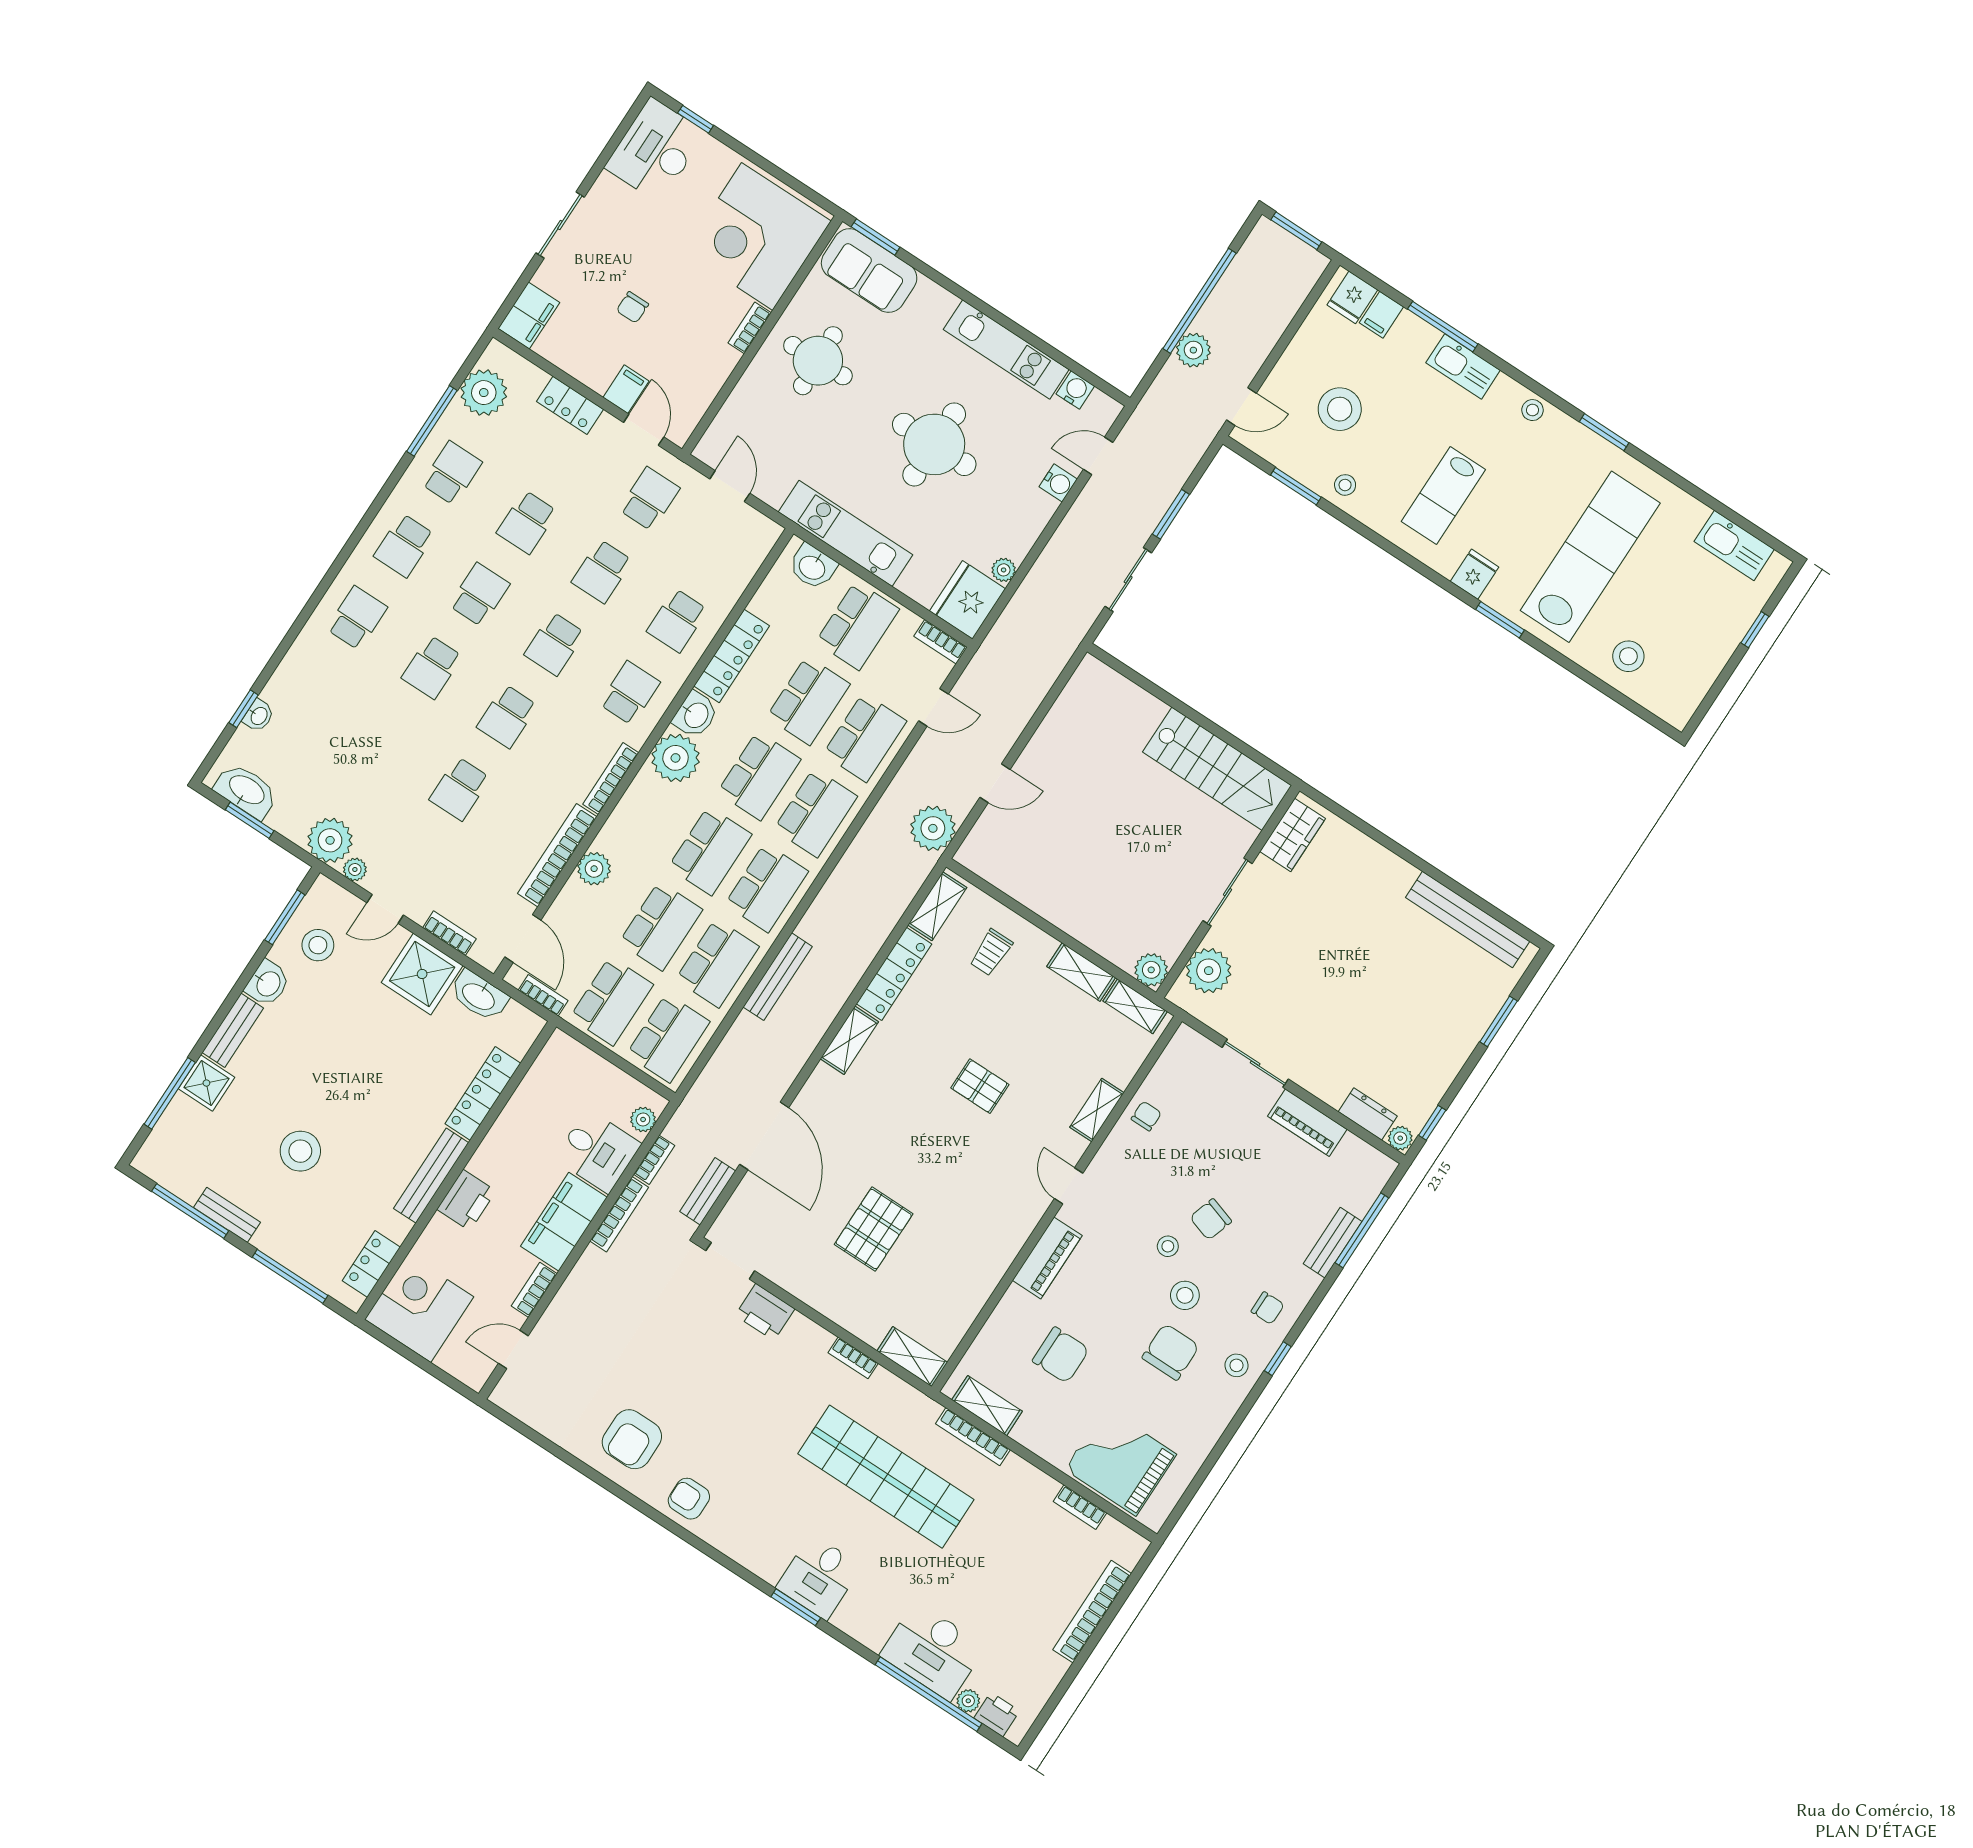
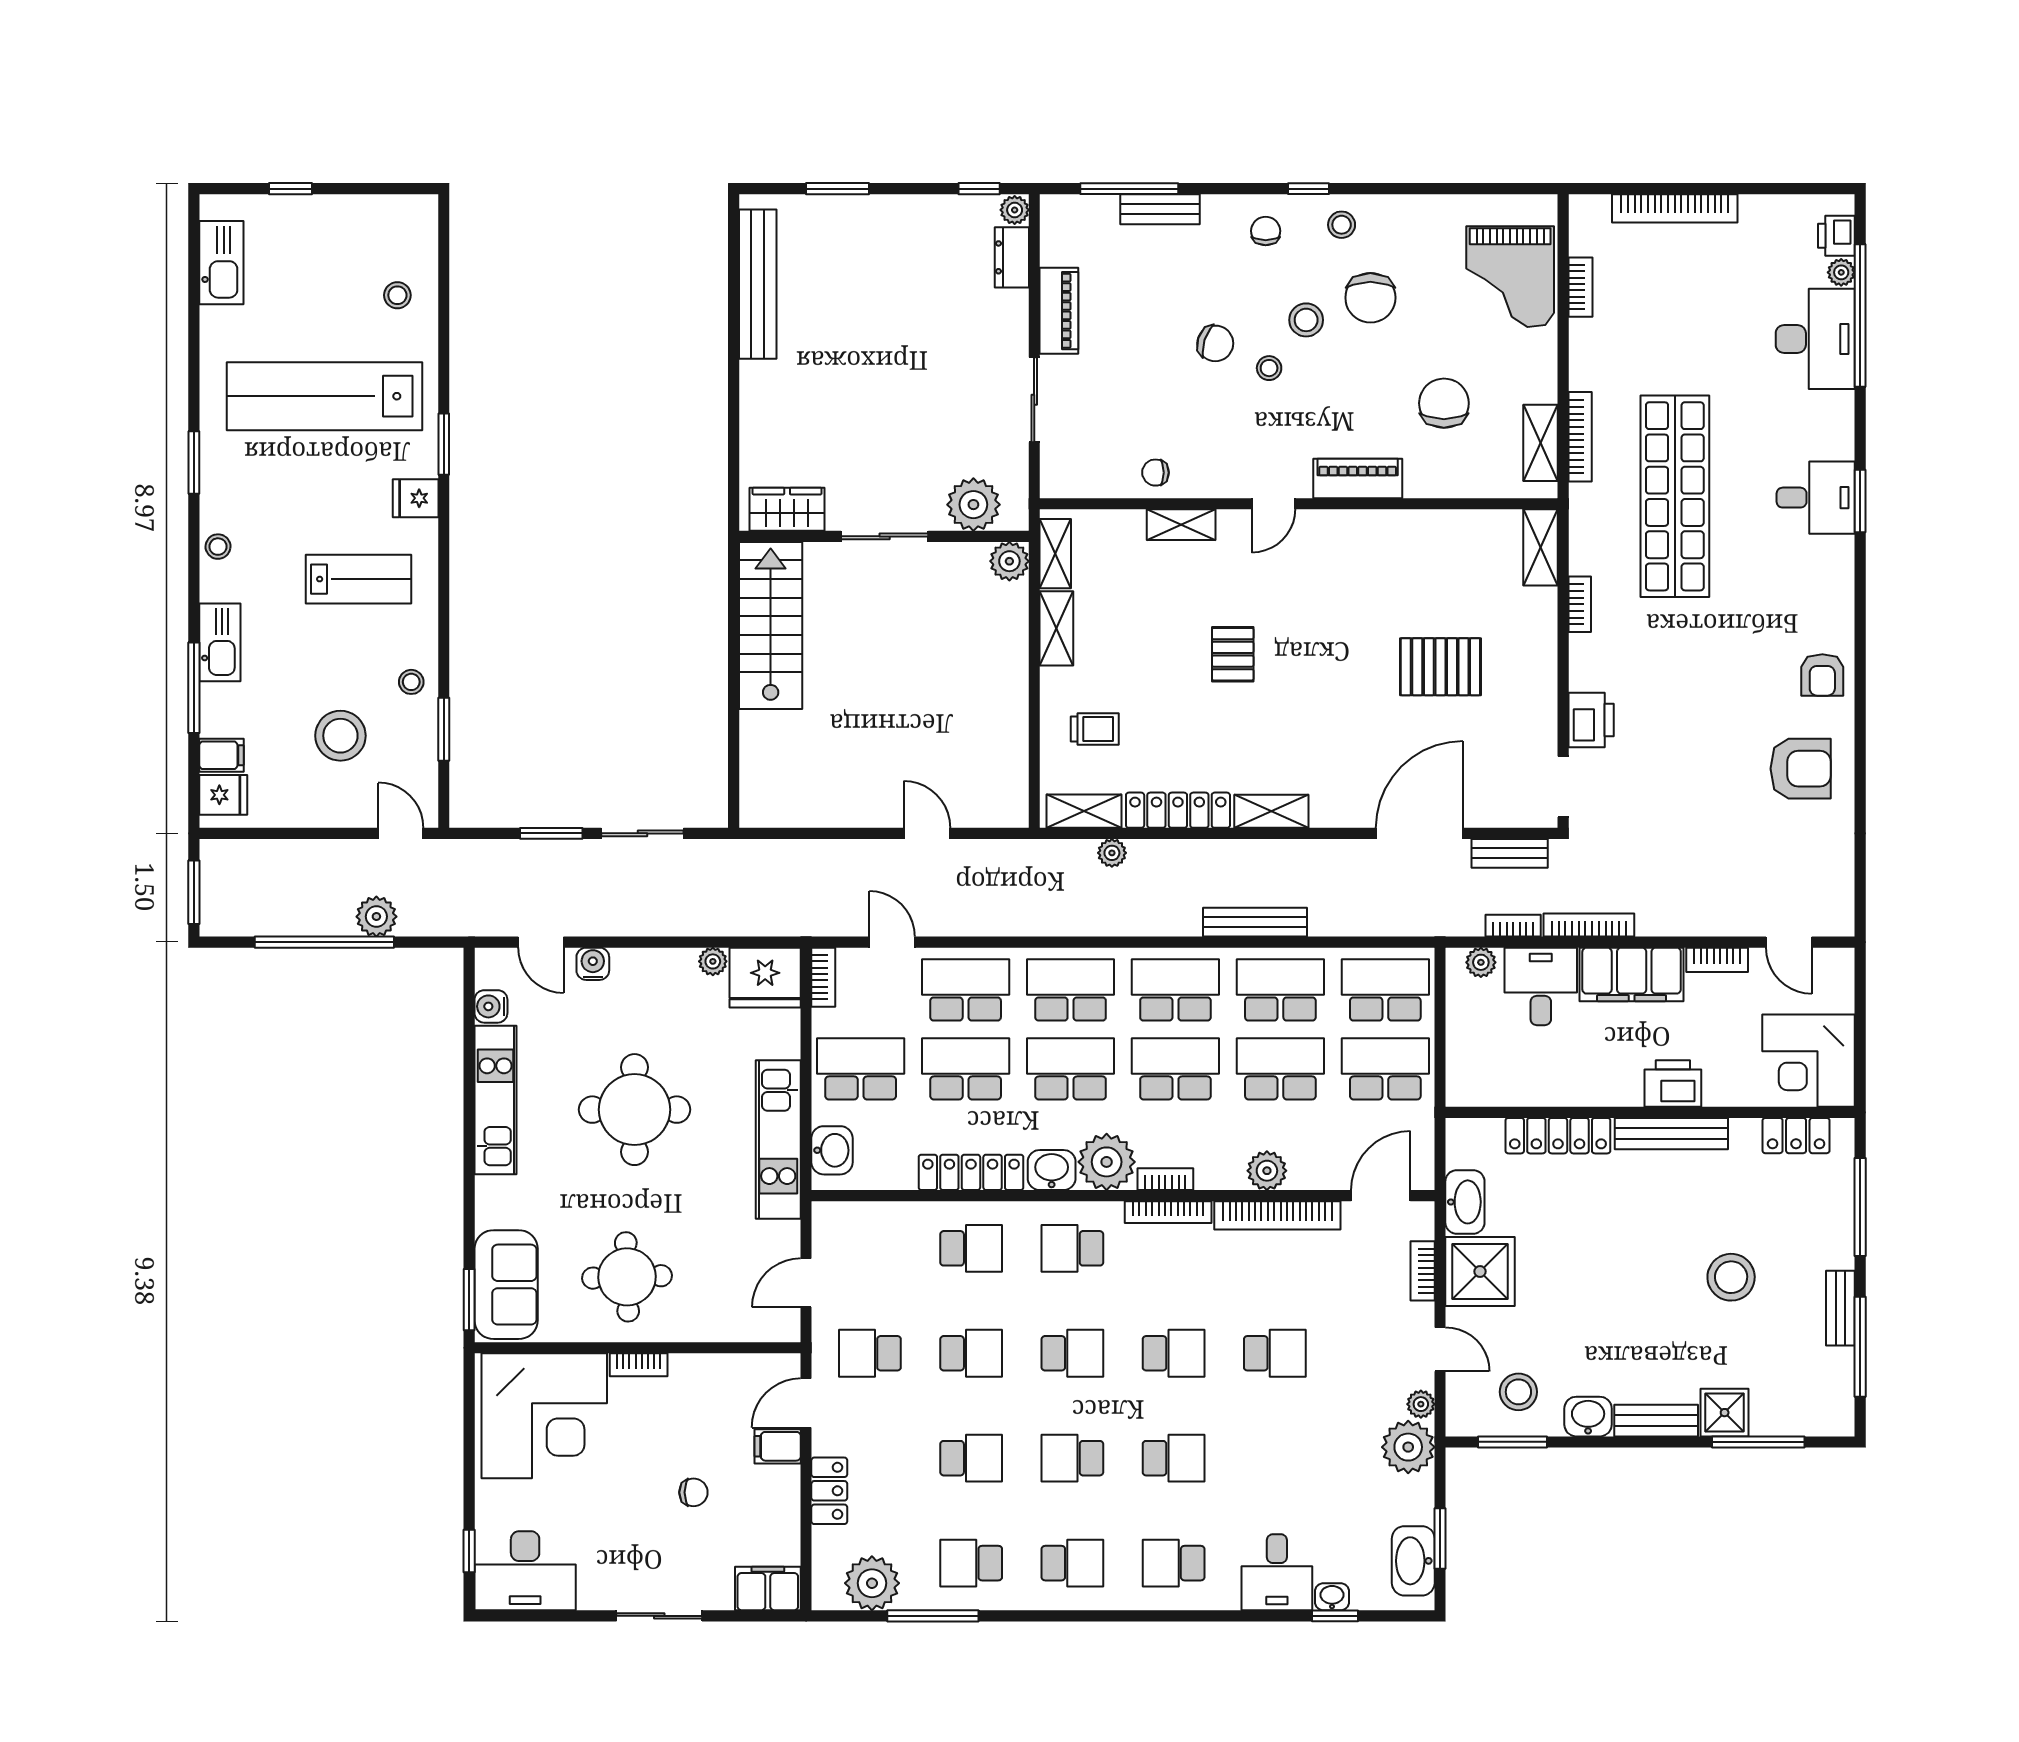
stool: (1628, 656) -> (397, 295), width x0.73, depth x0.73
desk: (302, 688) -> (1277, 1572), added
plant: (933, 828) -> (1112, 853), moved, width x0.53, depth x0.53
bookcase: (543, 995) -> (1165, 1179), moved, turned 90
chair: (1171, 1352) -> (1370, 298), turned -90

